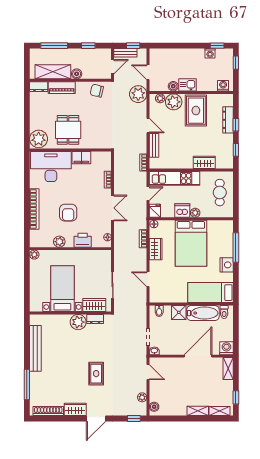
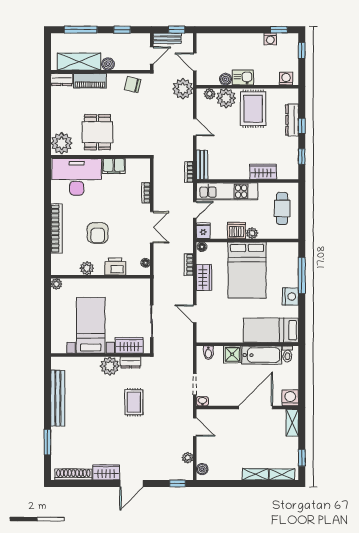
bench: (154, 145) -> (202, 165), moved
rug: (96, 374) -> (134, 402), moved
window: (27, 384) -> (47, 442), width x0.69

